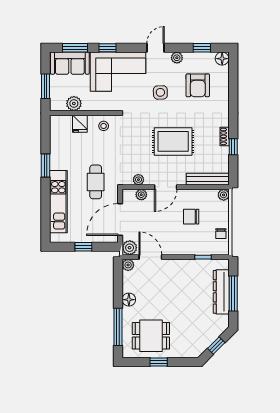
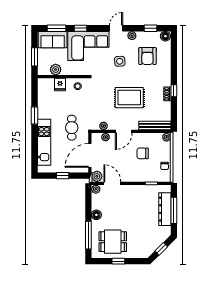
window: (233, 147) -> (174, 91), moved

